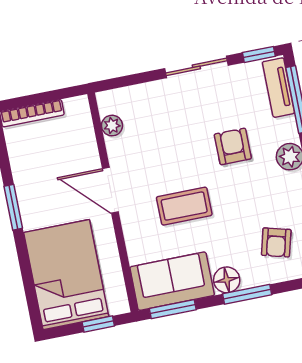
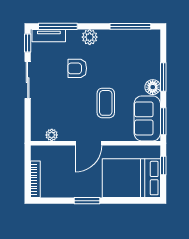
armchair: (276, 242) -> (137, 55), removed

